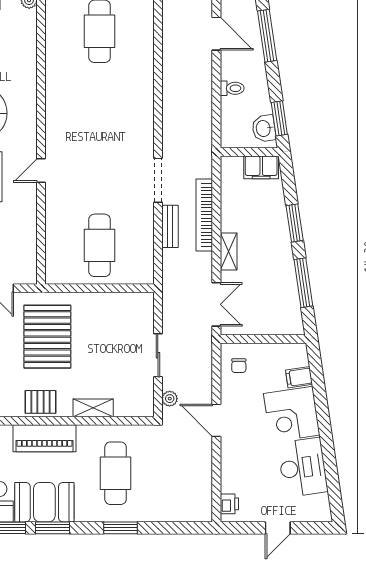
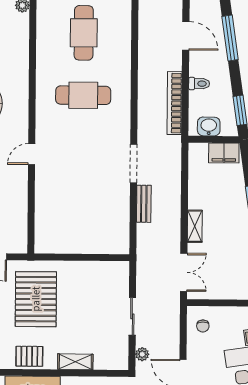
washbasin: (264, 128) -> (209, 126), moved, turned 98
bookcase: (204, 215) -> (175, 103), moved
cafe table: (100, 245) -> (83, 95), moved, turned 90

